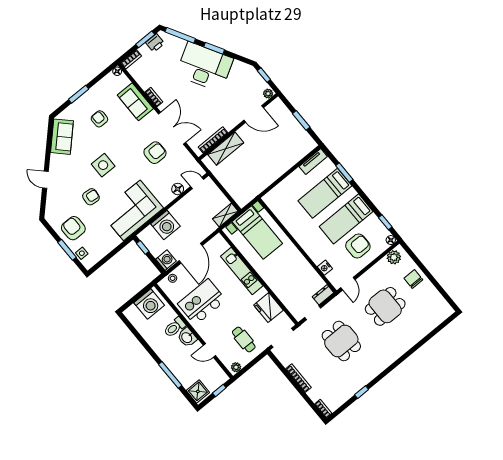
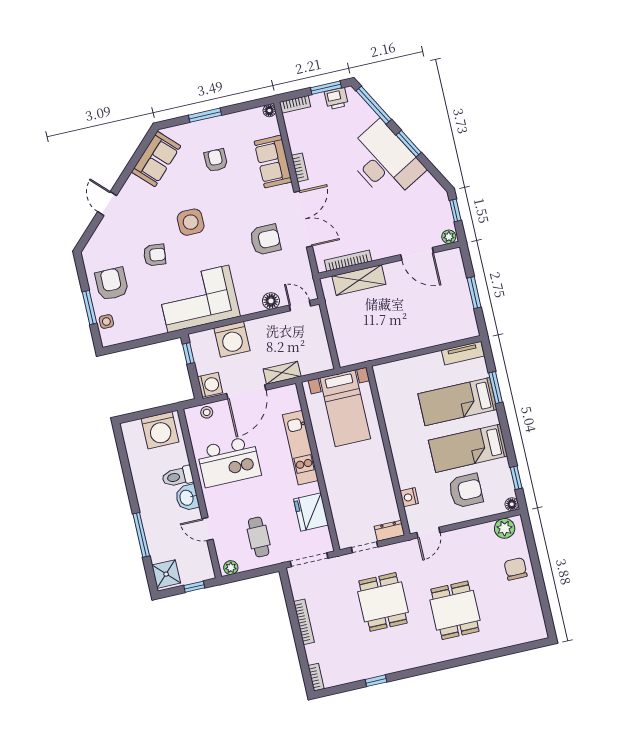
shelving: (225, 215) -> (282, 373), moved
kitchen island: (202, 302) -> (229, 462), turned 180
dining table: (385, 306) -> (455, 610), moved, turned 90

